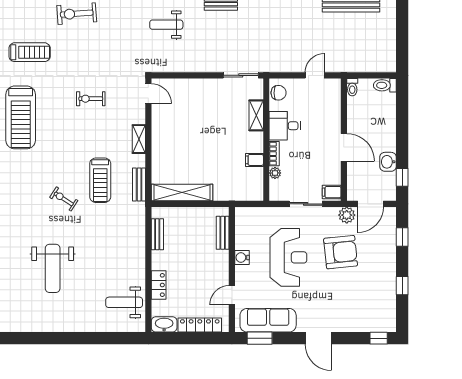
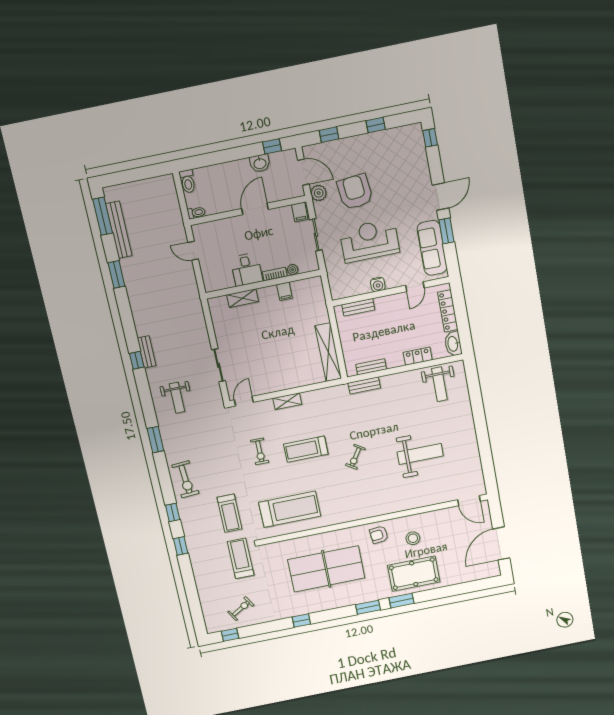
treadmill: (30, 52) -> (229, 513), turned 180
sliding door: (241, 75) -> (219, 365), moved
chair: (279, 93) -> (217, 282), removed
treadmill: (100, 180) -> (306, 449), moved, turned 180
bench: (139, 184) -> (364, 385), moved
door: (232, 295) -> (415, 287), hinge flipped
window: (260, 338) -> (446, 231), moved

